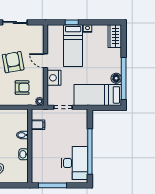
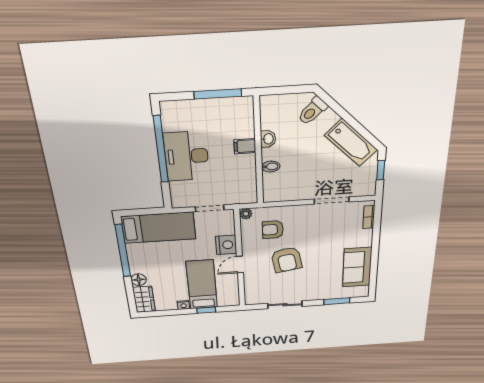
door: (45, 61) -> (240, 264), swing flipped
floor lamp: (116, 78) -> (139, 280), moved
filing cabinet: (38, 125) -> (245, 146), moved
desk: (75, 163) -> (187, 156), moved

